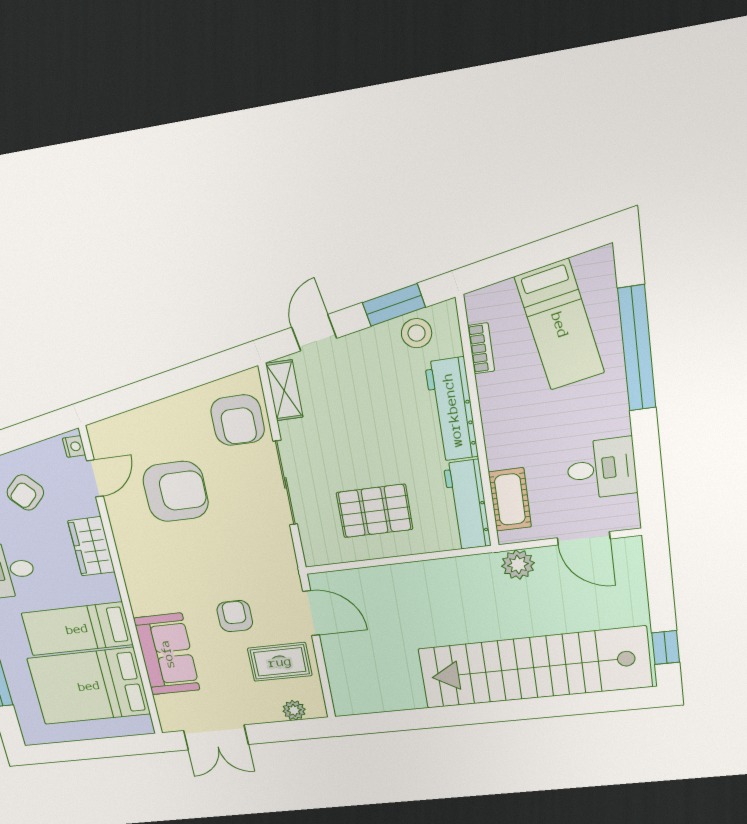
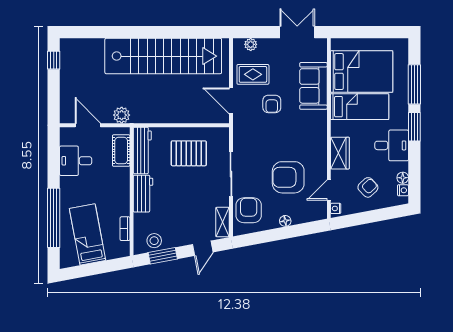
floor lamp: (163, 410) -> (285, 221), added
workbench: (452, 410) -> (143, 194), width x0.73
stairs: (535, 668) -> (163, 56), moved

